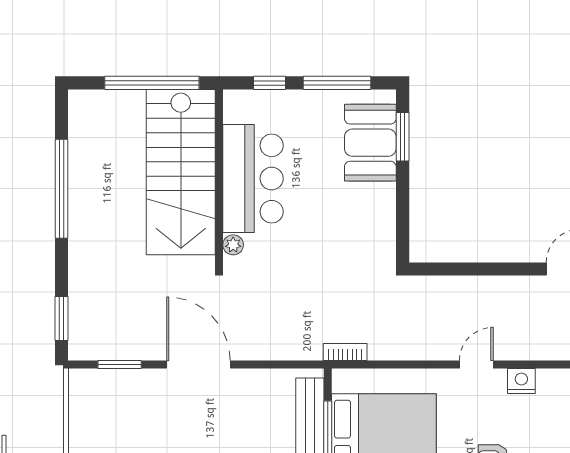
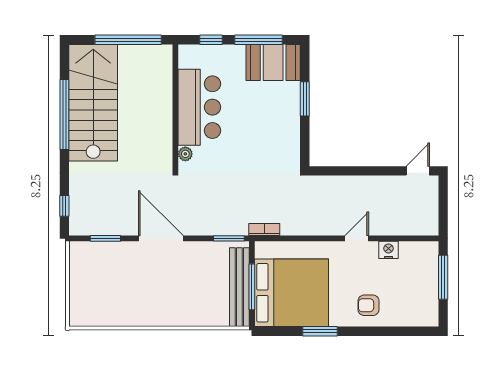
window: (403, 137) -> (305, 99), moved
booth: (370, 143) -> (273, 63), moved, turned 90
stairs: (181, 172) -> (93, 103), moved, turned 180
window: (61, 319) -> (64, 206), width x0.67
window: (295, 365) -> (229, 238), added

